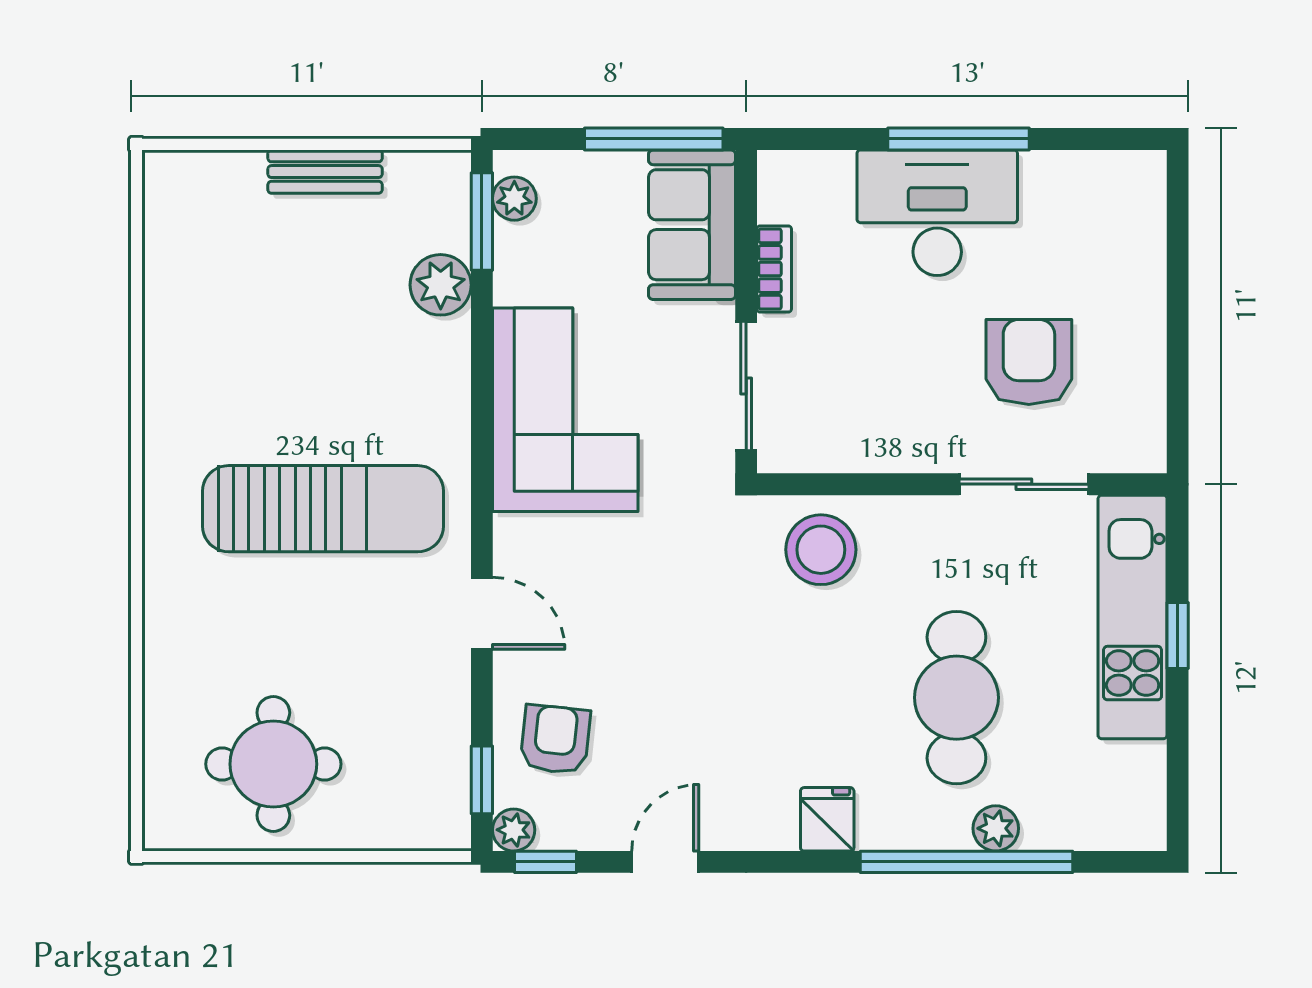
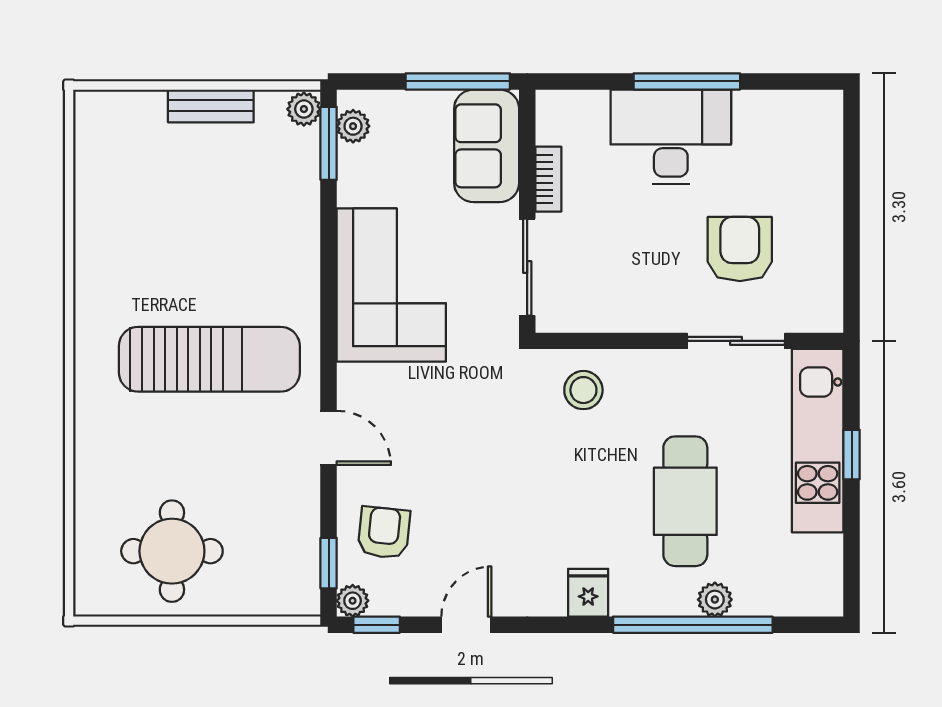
plant: (441, 285) -> (304, 109), moved, width x0.73, depth x0.73
stool: (821, 550) -> (583, 390), width x0.73, depth x0.73

